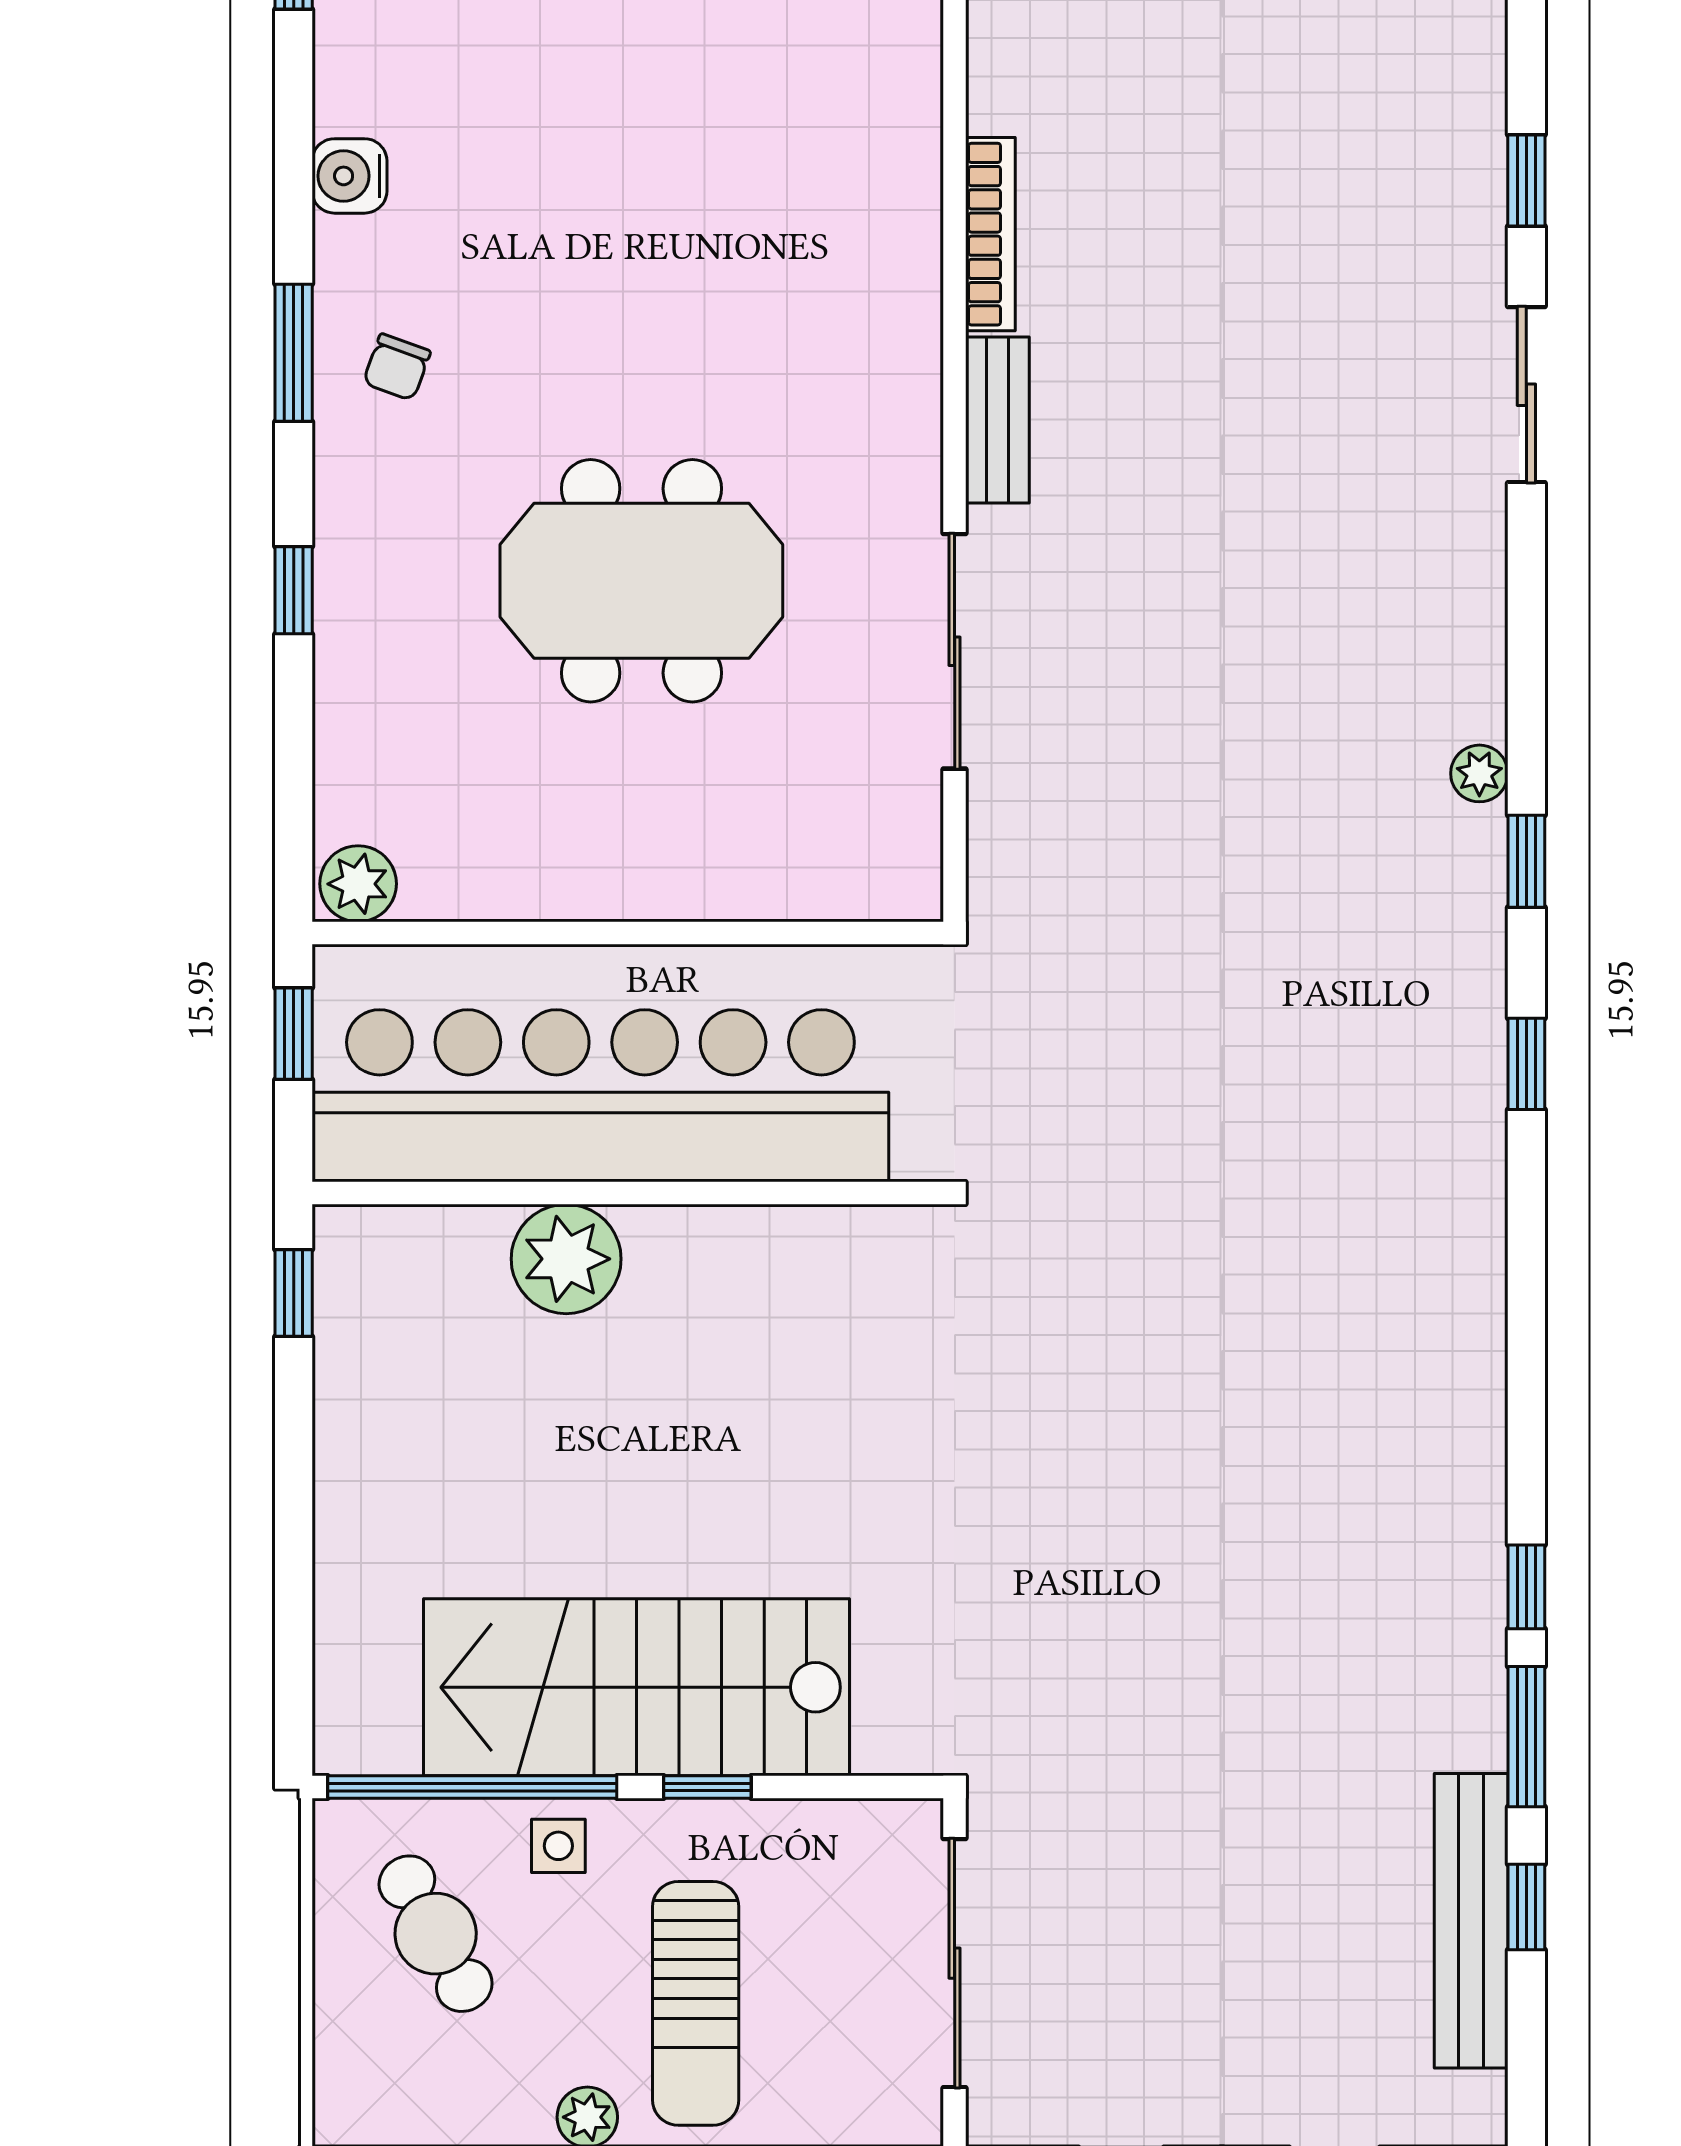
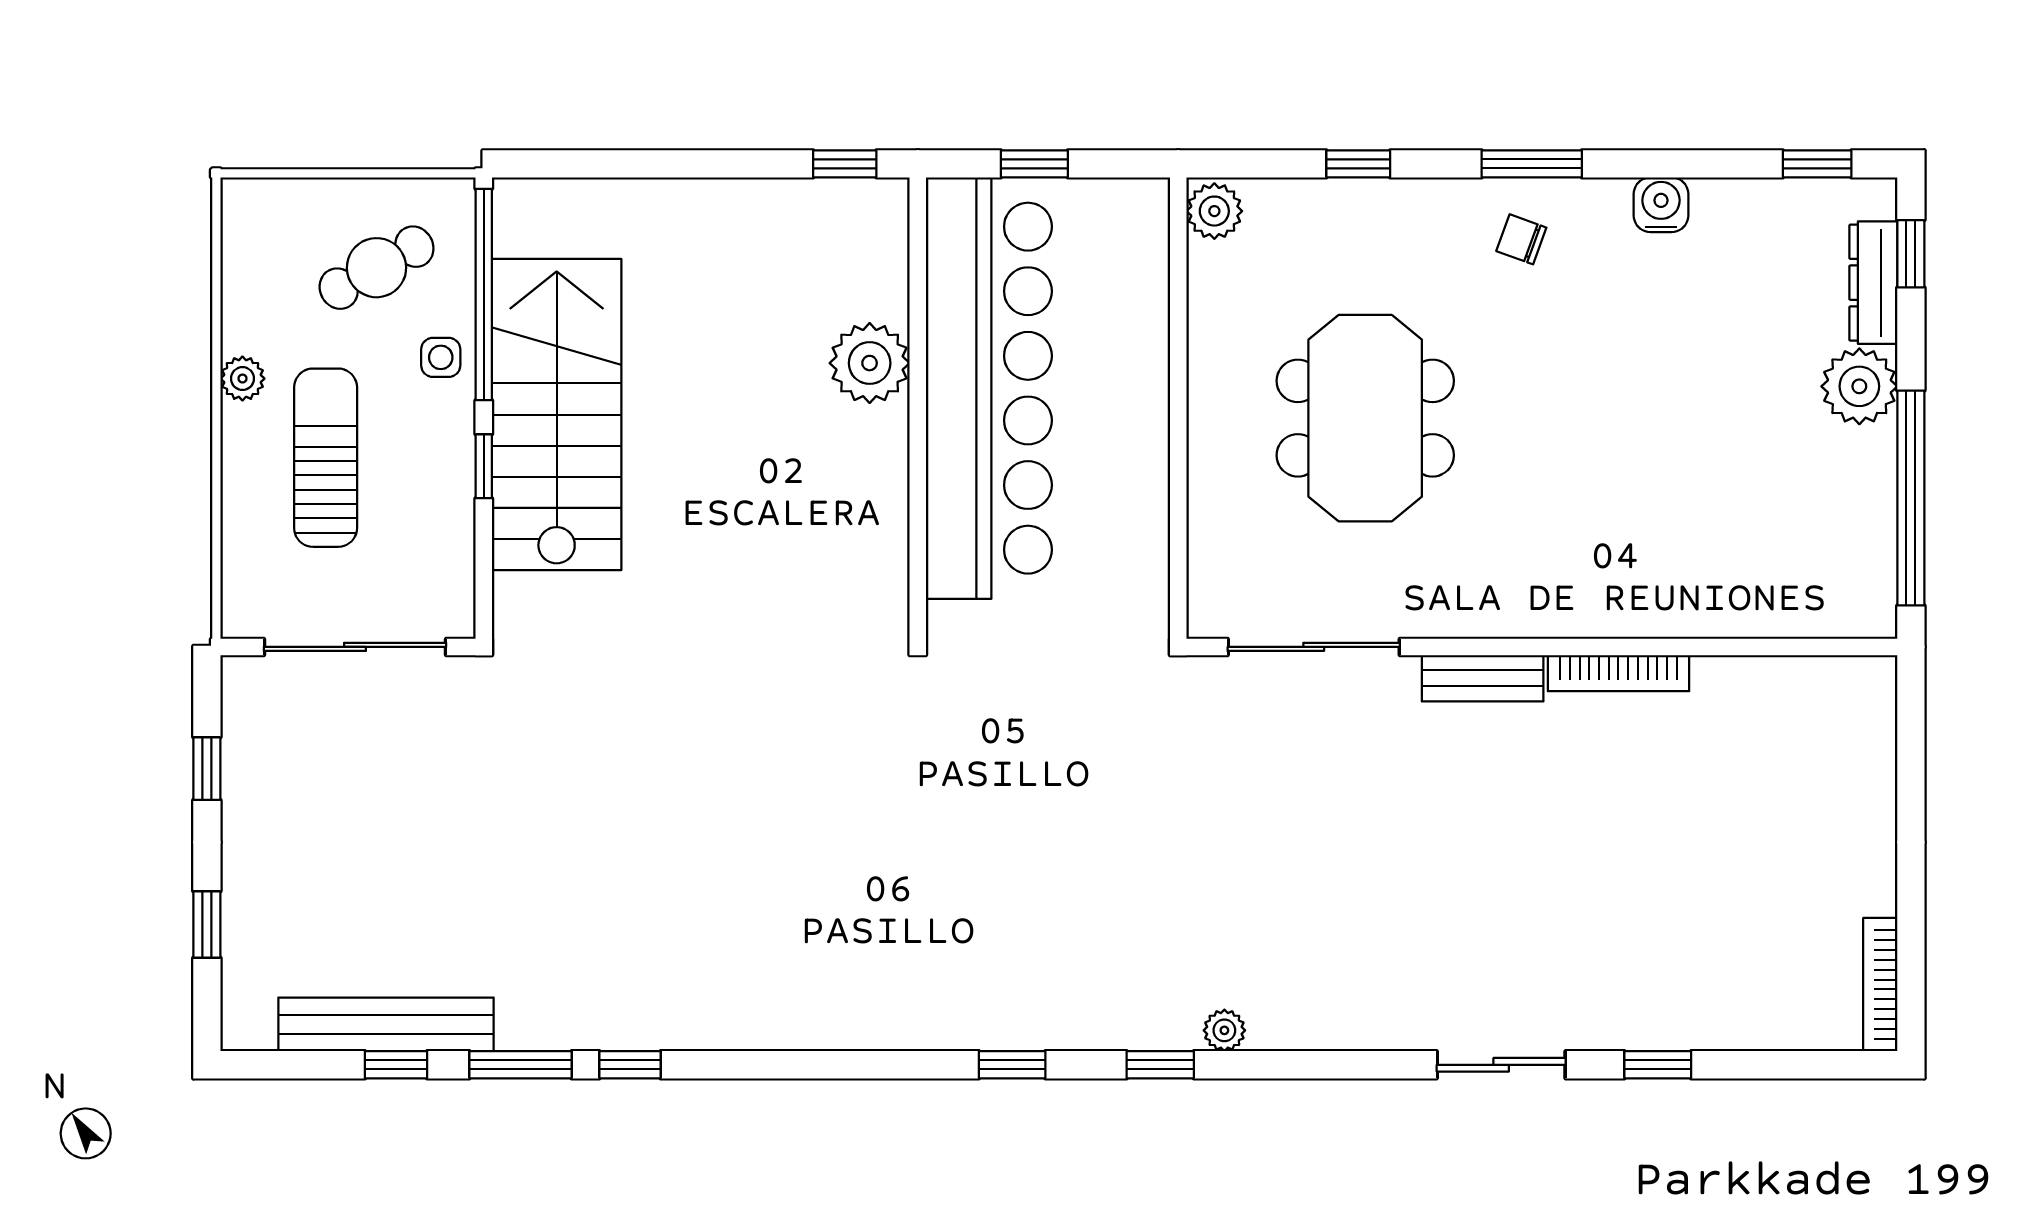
plant: (358, 884) -> (1214, 211), moved
wall: (628, 933) -> (1178, 408), moved
sun lounger: (696, 2003) -> (326, 458), turned 90

